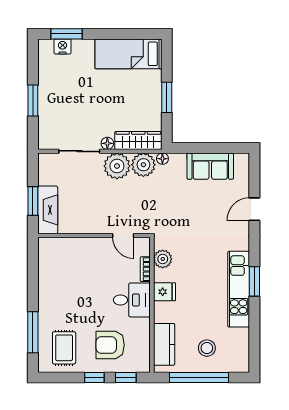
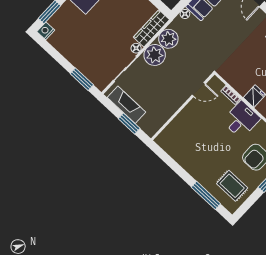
nightstand: (63, 46) -> (46, 31), moved
window: (33, 101) -> (82, 79), moved
floor lamp: (162, 159) -> (185, 14), moved
fireplace: (48, 210) -> (126, 105), moved
plant: (163, 259) -> (234, 79), removed

